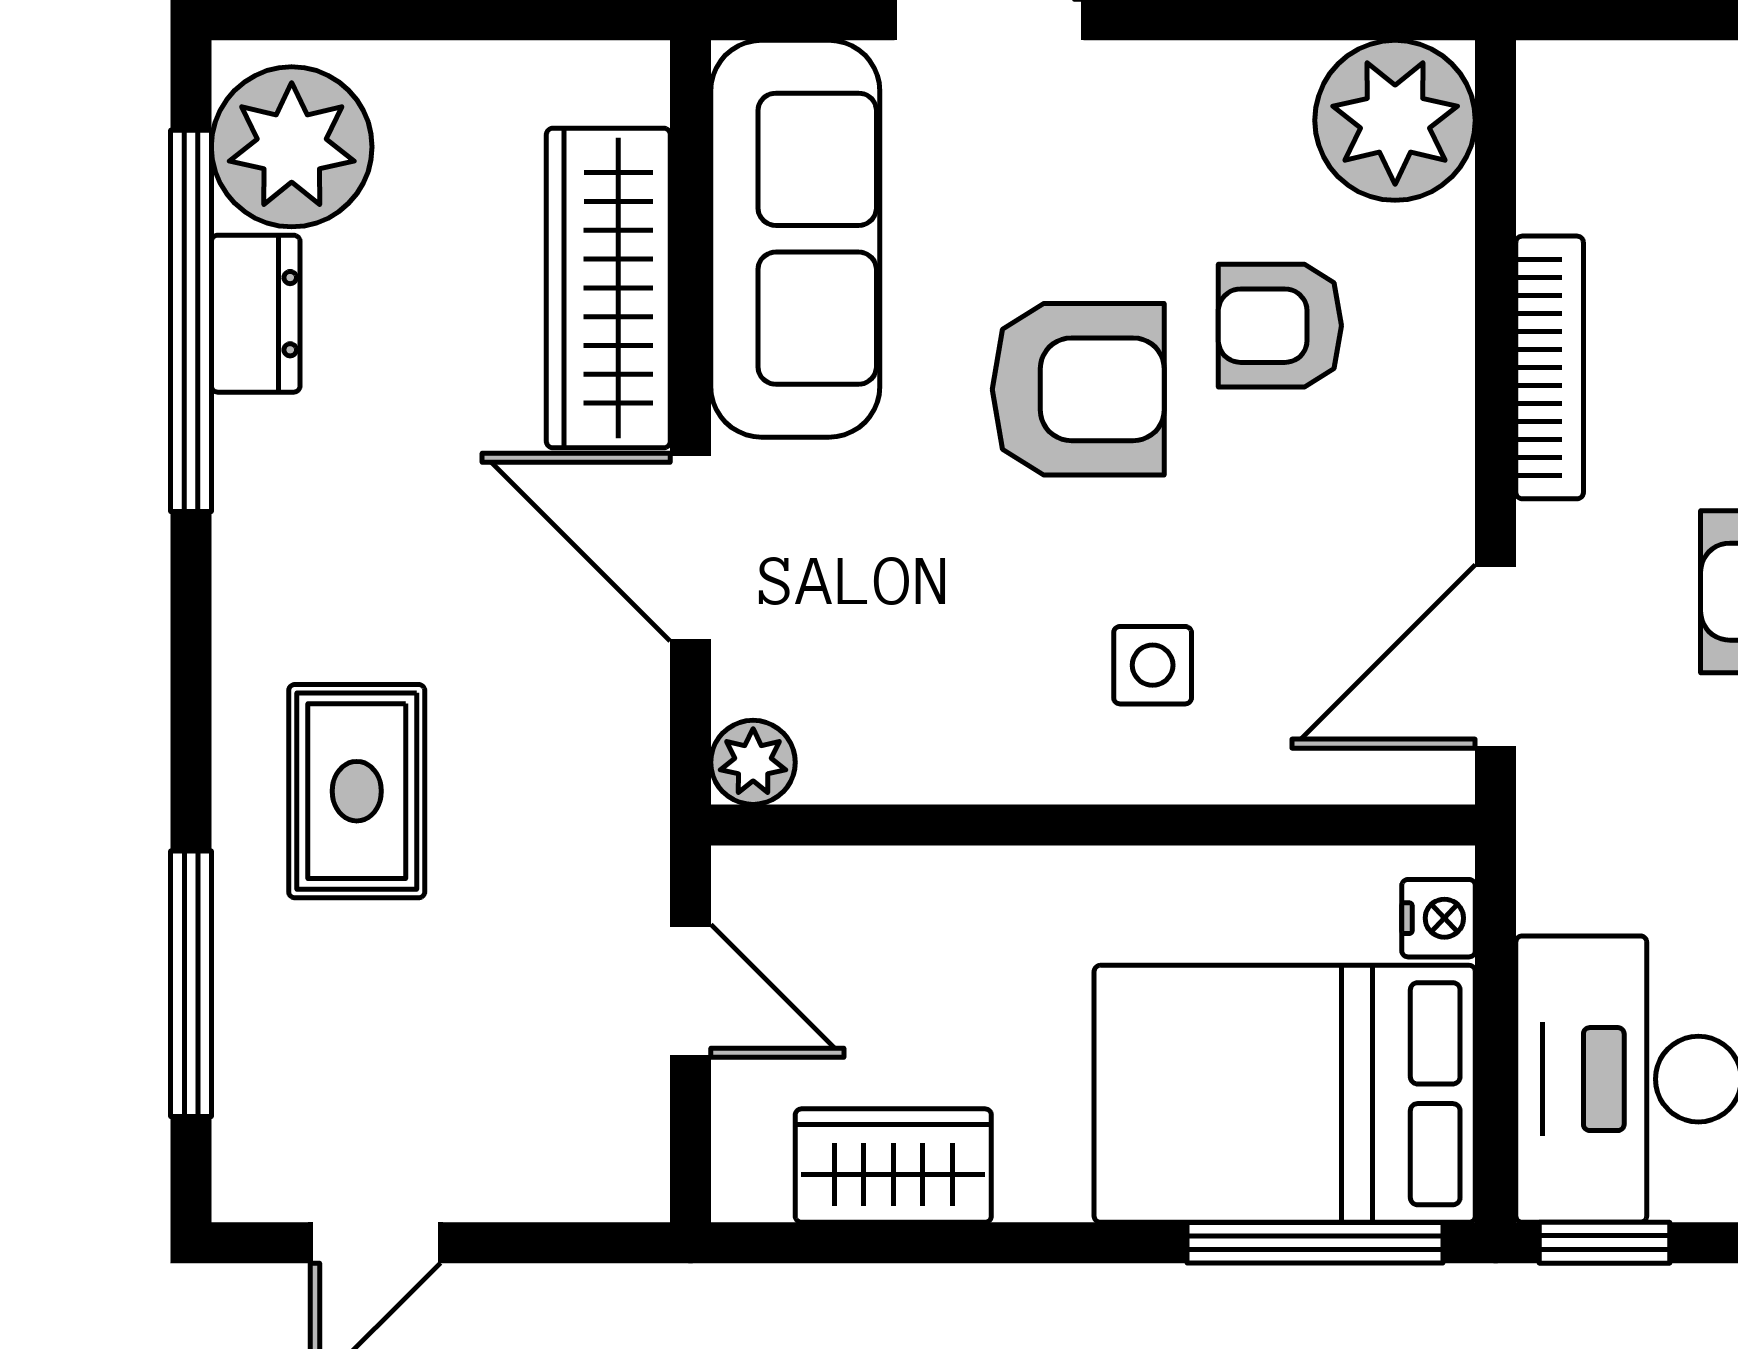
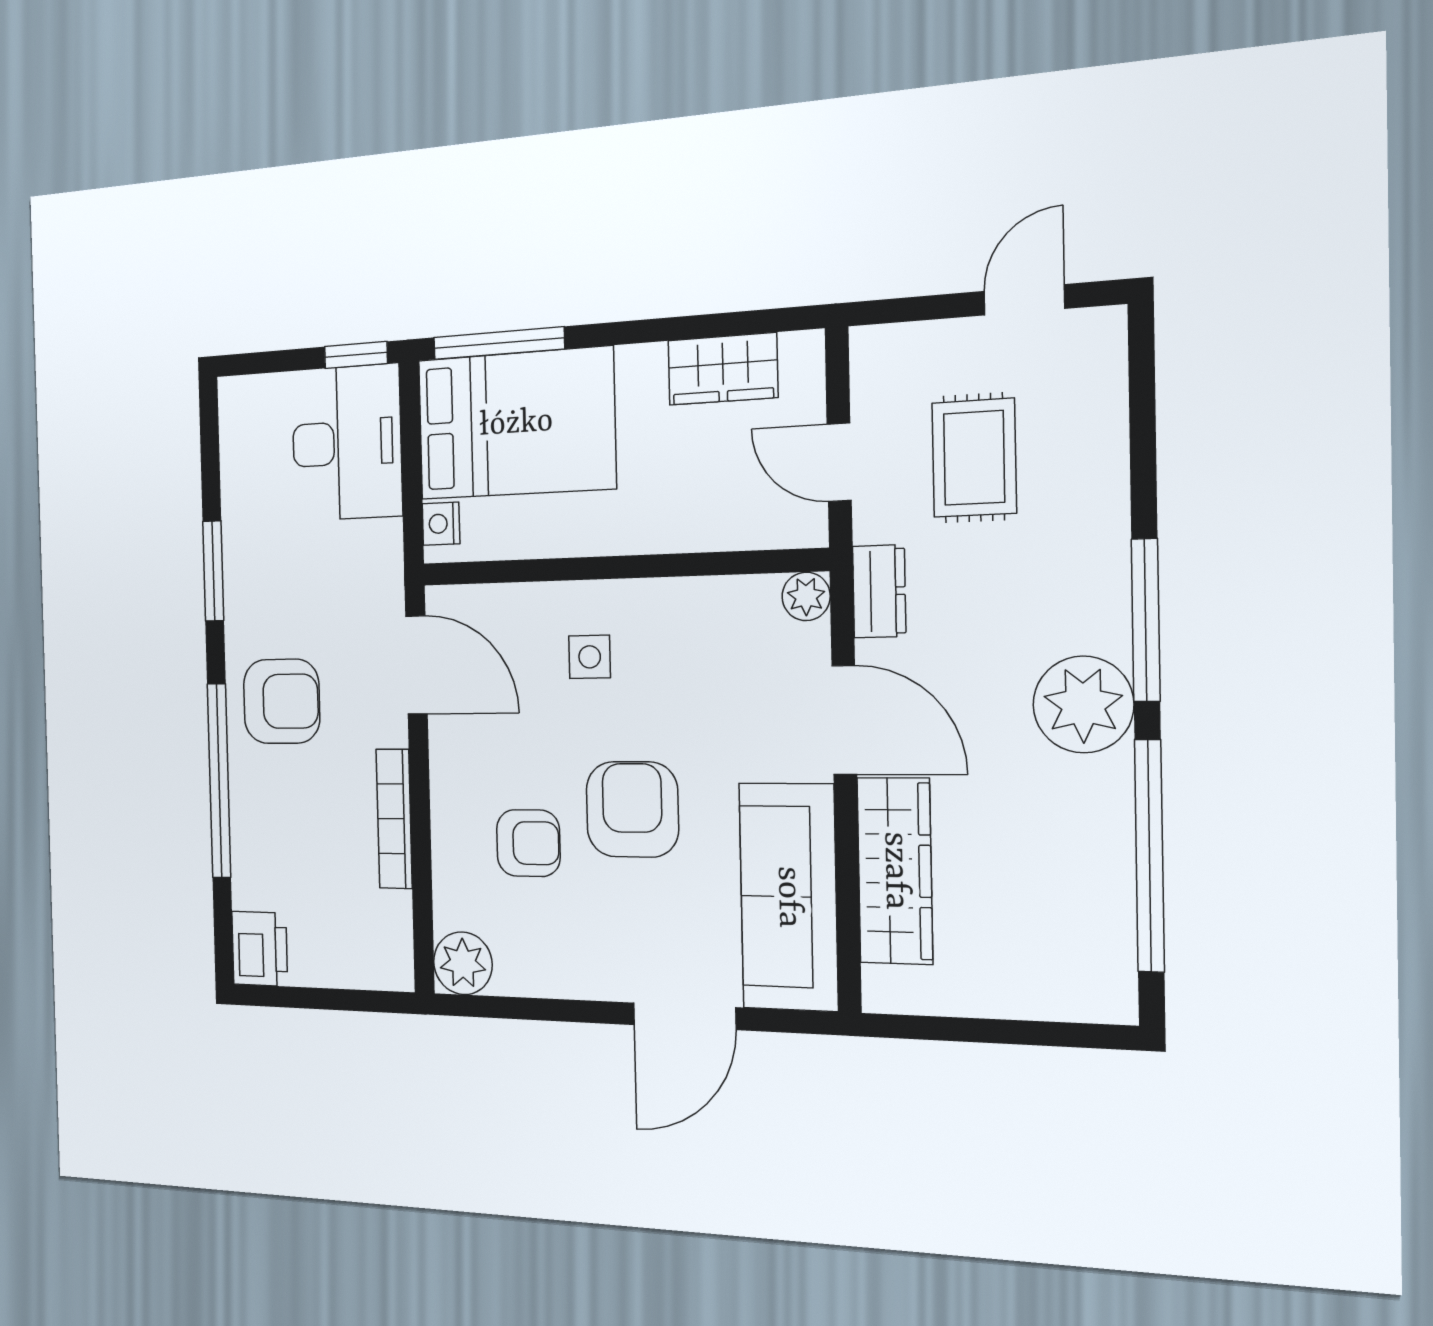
plant: (1395, 120) -> (463, 963), width x0.73, depth x0.73
plant: (292, 147) -> (1083, 705), moved
dresser: (256, 314) -> (879, 591), moved, turned 180
armchair: (1078, 389) -> (632, 809), turned 90
door: (1496, 657) -> (417, 665), hinge flipped
rug: (357, 791) -> (974, 458), moved
window: (191, 984) -> (1146, 620), moved

